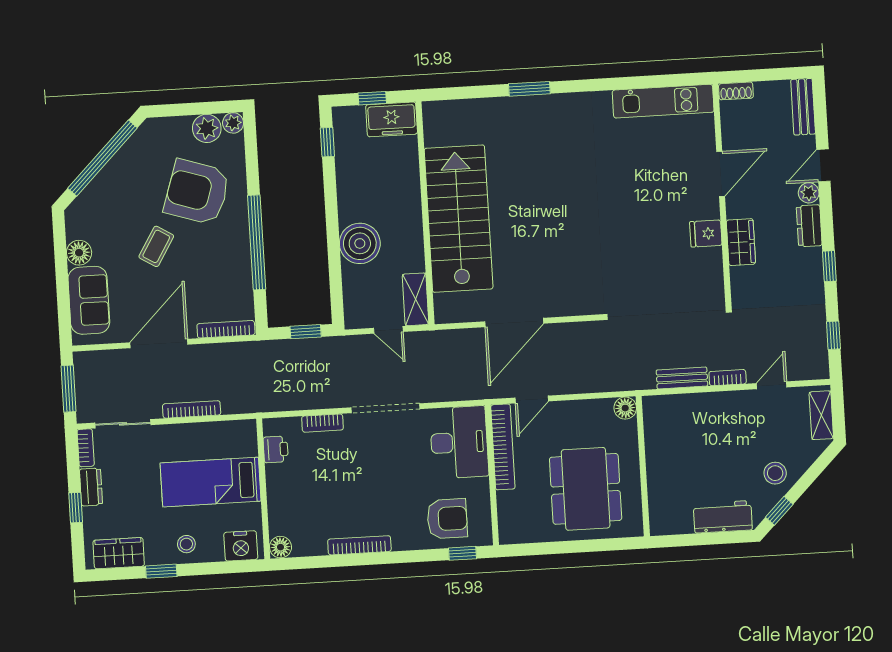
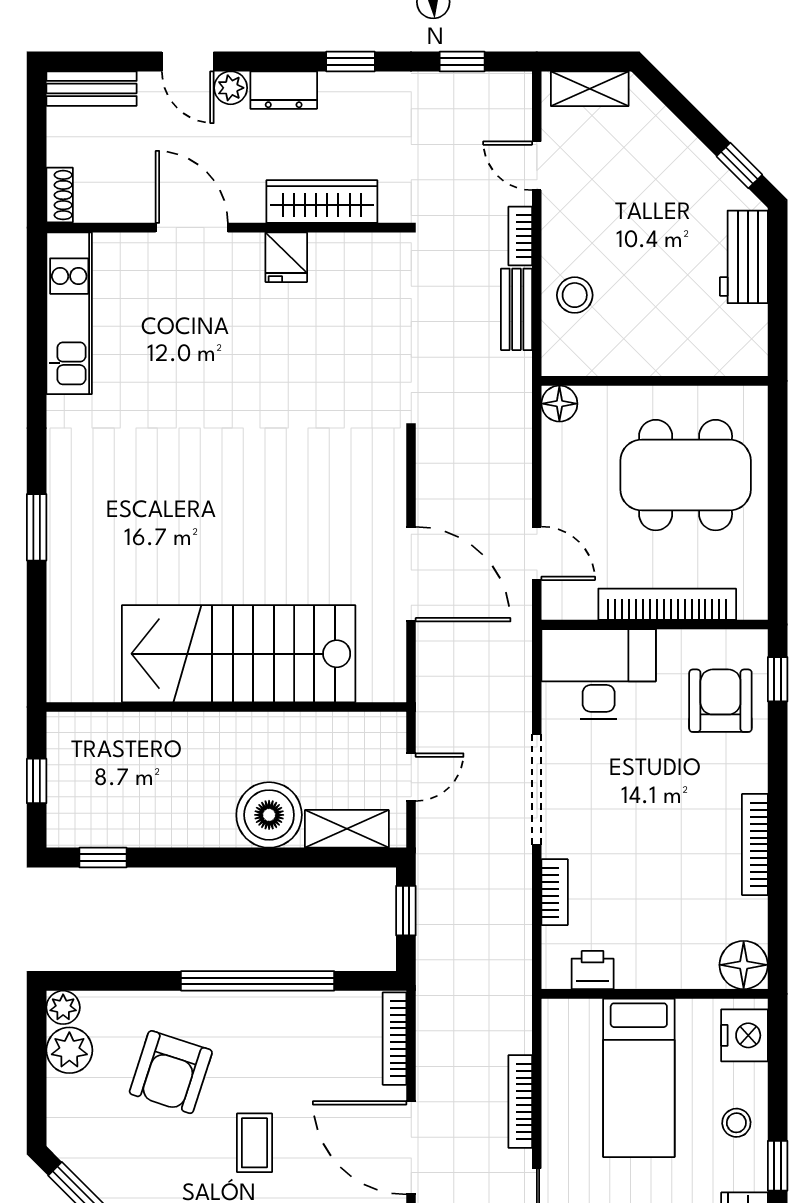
freezer: (392, 119) -> (73, 752), removed
armchair: (197, 192) -> (171, 1072), width x0.73, depth x0.73
wardrobe: (741, 242) -> (322, 202), width x1.50
coffee table: (156, 246) -> (254, 1143), turned 59
shelving: (416, 299) -> (347, 829), moved
bookcase: (503, 447) -> (667, 604), moved
stool: (775, 473) -> (575, 295), moved
floor lamp: (281, 547) -> (744, 965), width x1.38, depth x1.38

